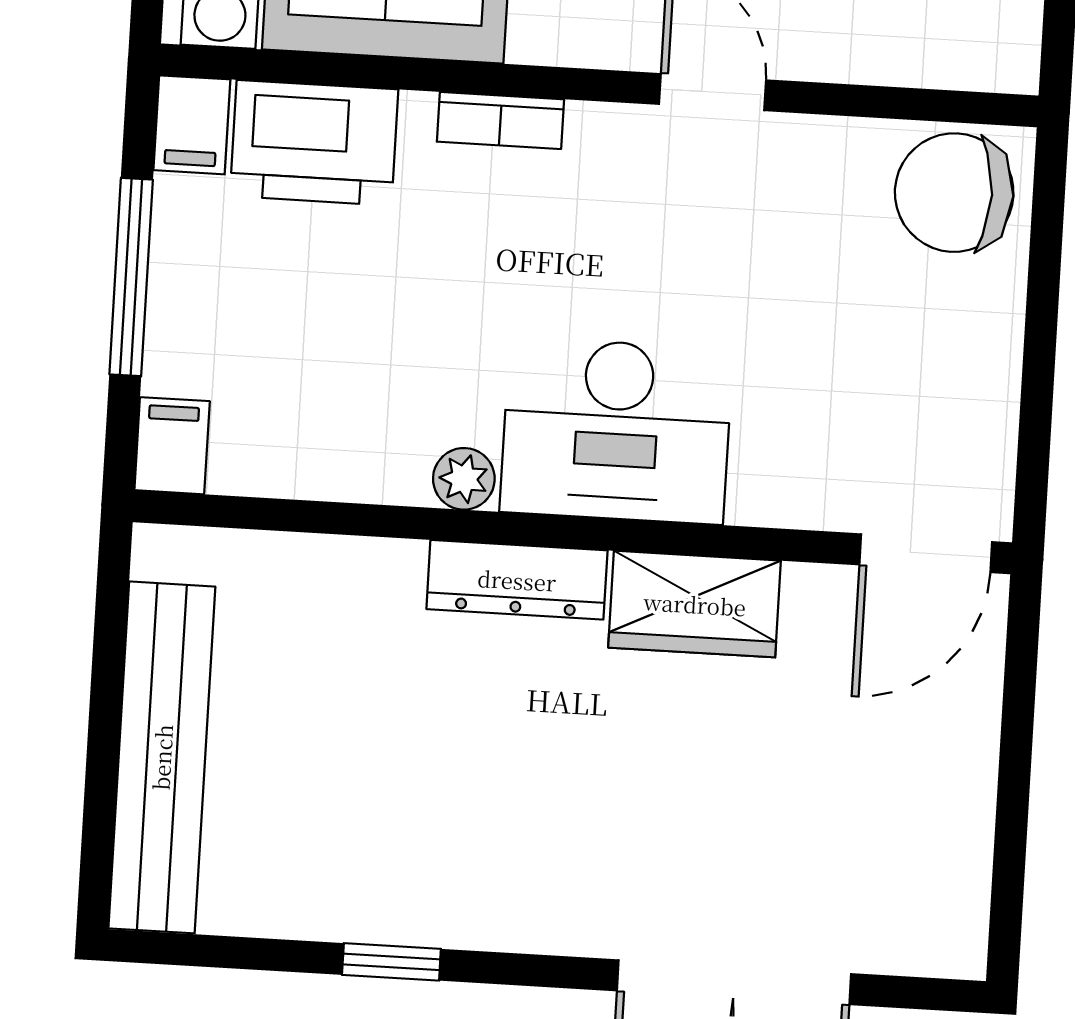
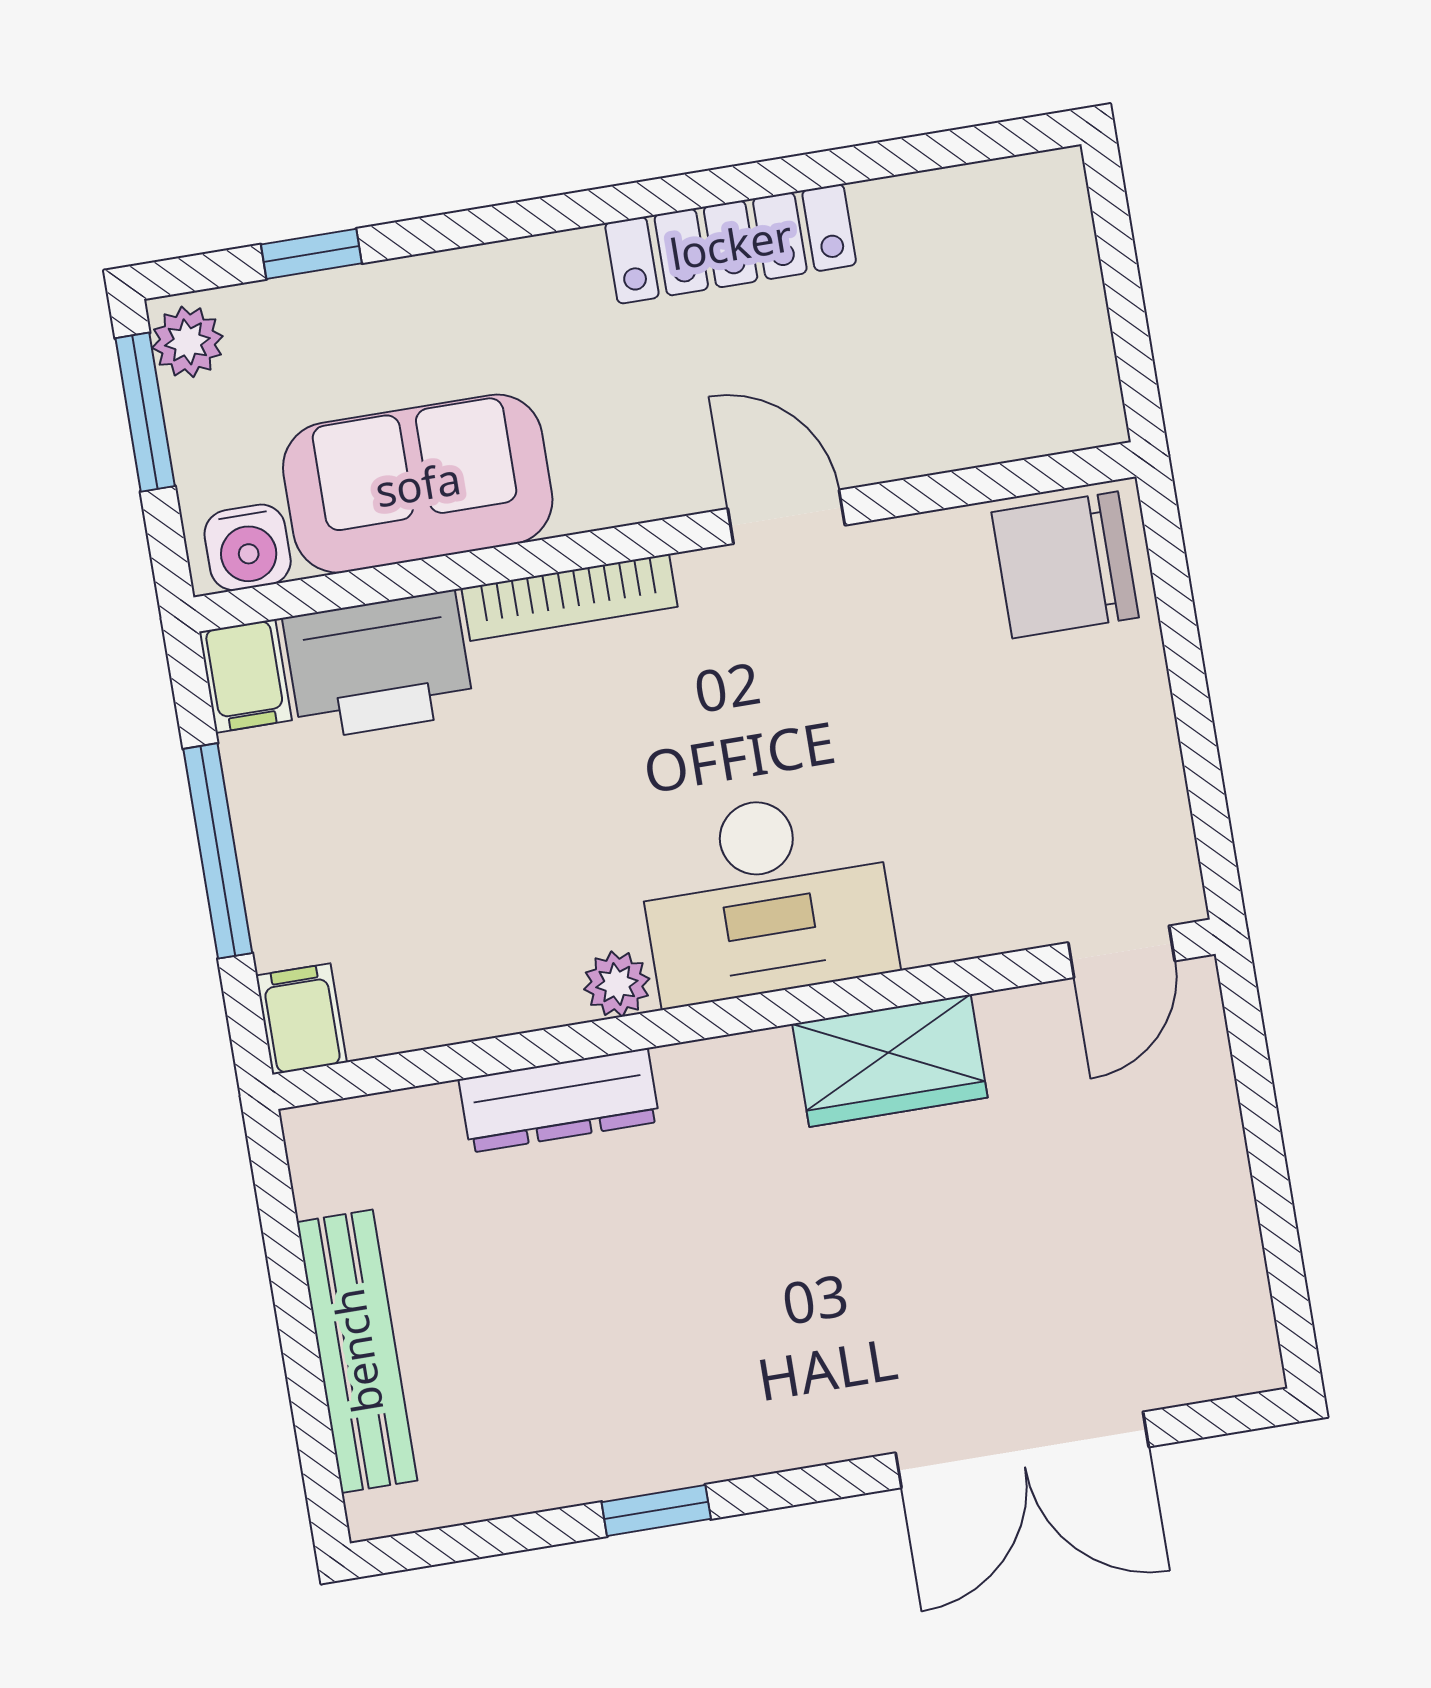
bookcase: (500, 120) -> (570, 597), width x1.56
door: (926, 553) -> (1122, 952), width x0.73
dresser: (517, 580) -> (559, 1100), moved
bench: (162, 757) -> (357, 1351), width x0.73, depth x0.82

